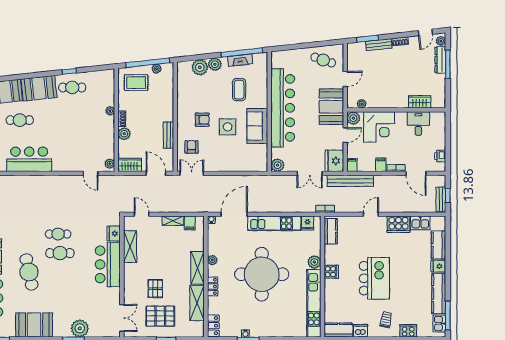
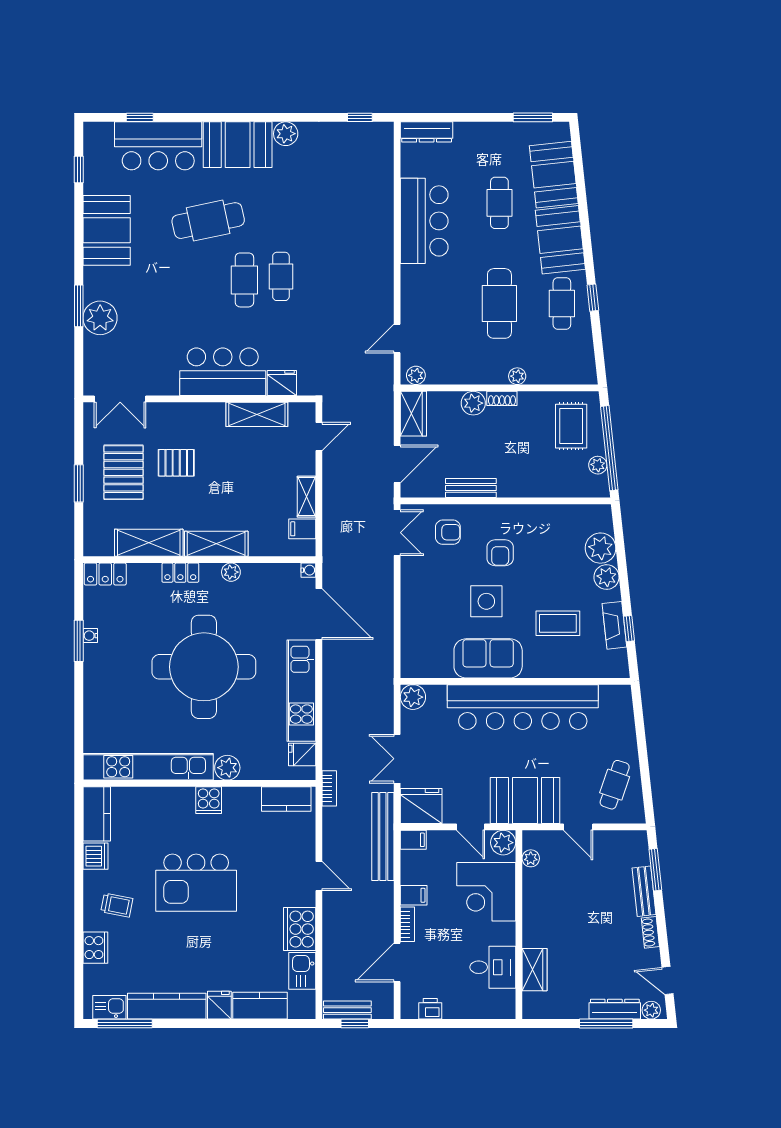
window: (242, 52) -> (629, 629), width x0.32
cafe table: (72, 120) -> (499, 303), added

